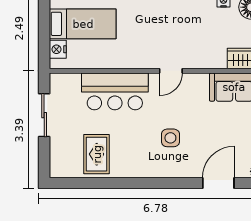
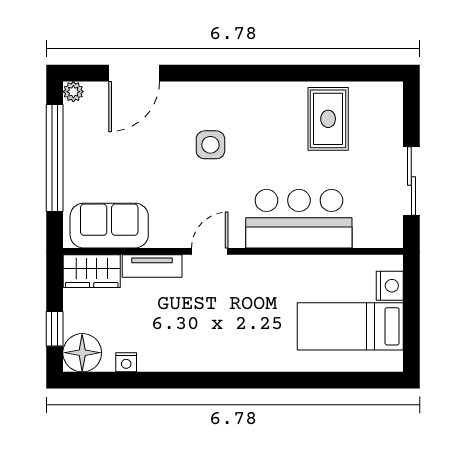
tv unit: (207, 62) -> (152, 266), added

